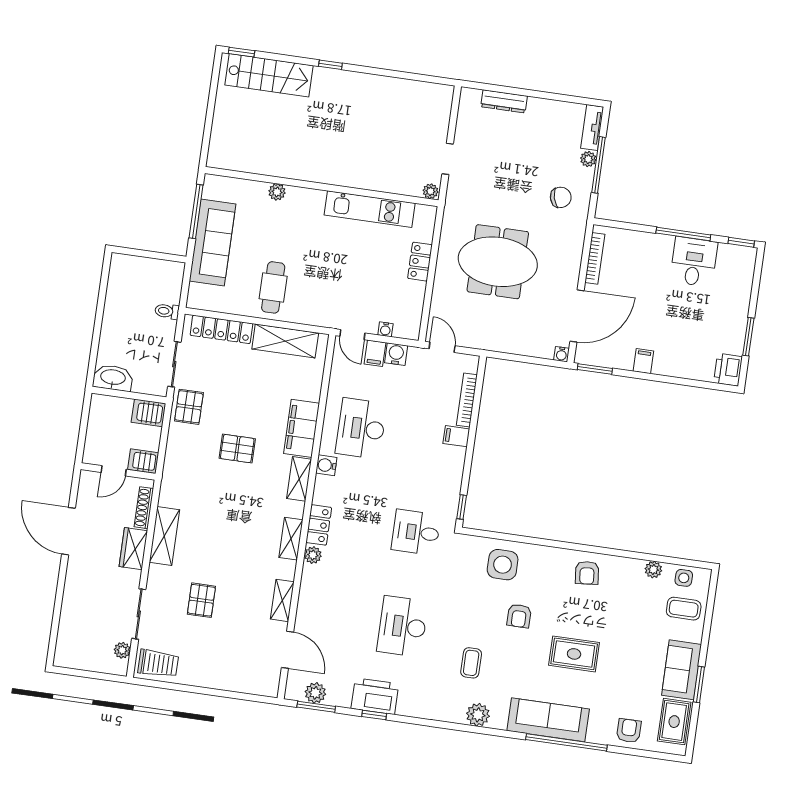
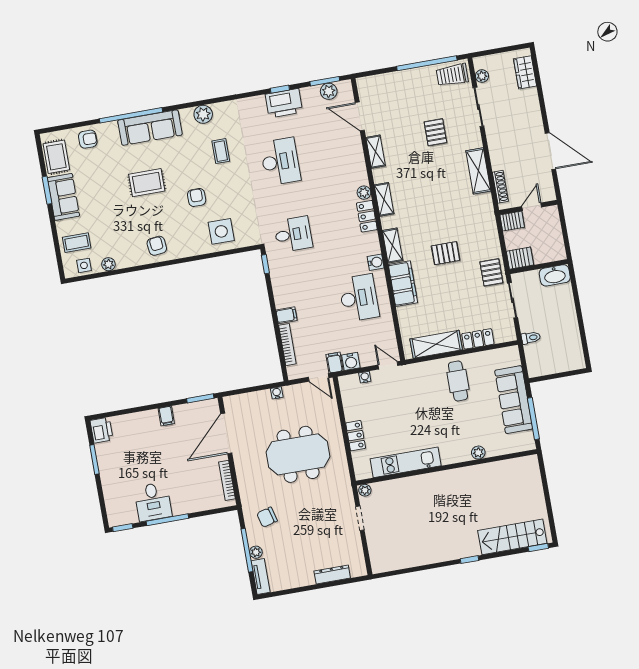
locker: (221, 329) -> (478, 339), width x0.66
filing cabinet: (375, 353) -> (334, 363), moved
water cooler: (561, 354) -> (277, 393), moved
wardrobe: (133, 549) -> (525, 72), moved, turned 180
window: (184, 688) -> (427, 63), added
armchair: (629, 731) -> (88, 139), turned -90

